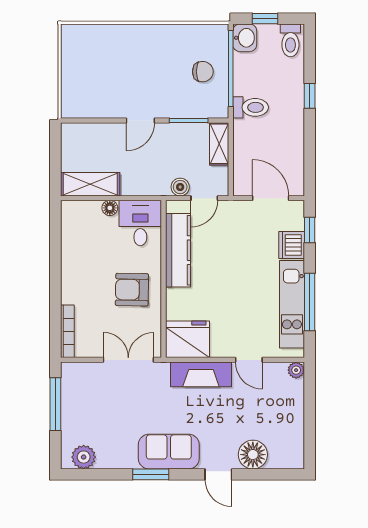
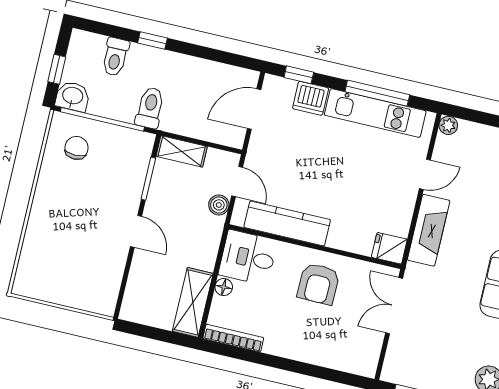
toilet: (290, 40) -> (115, 57), moved, turned 90
chair: (203, 72) -> (77, 148), moved
bookcase: (67, 331) -> (233, 338), moved
fridge: (188, 339) -> (389, 248), width x0.53, depth x0.75

